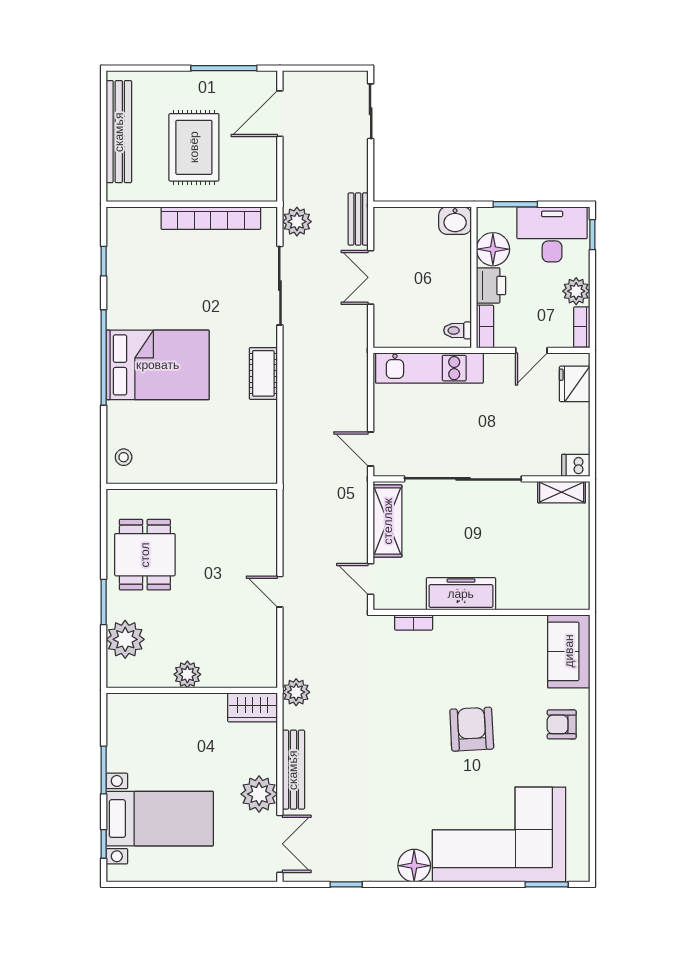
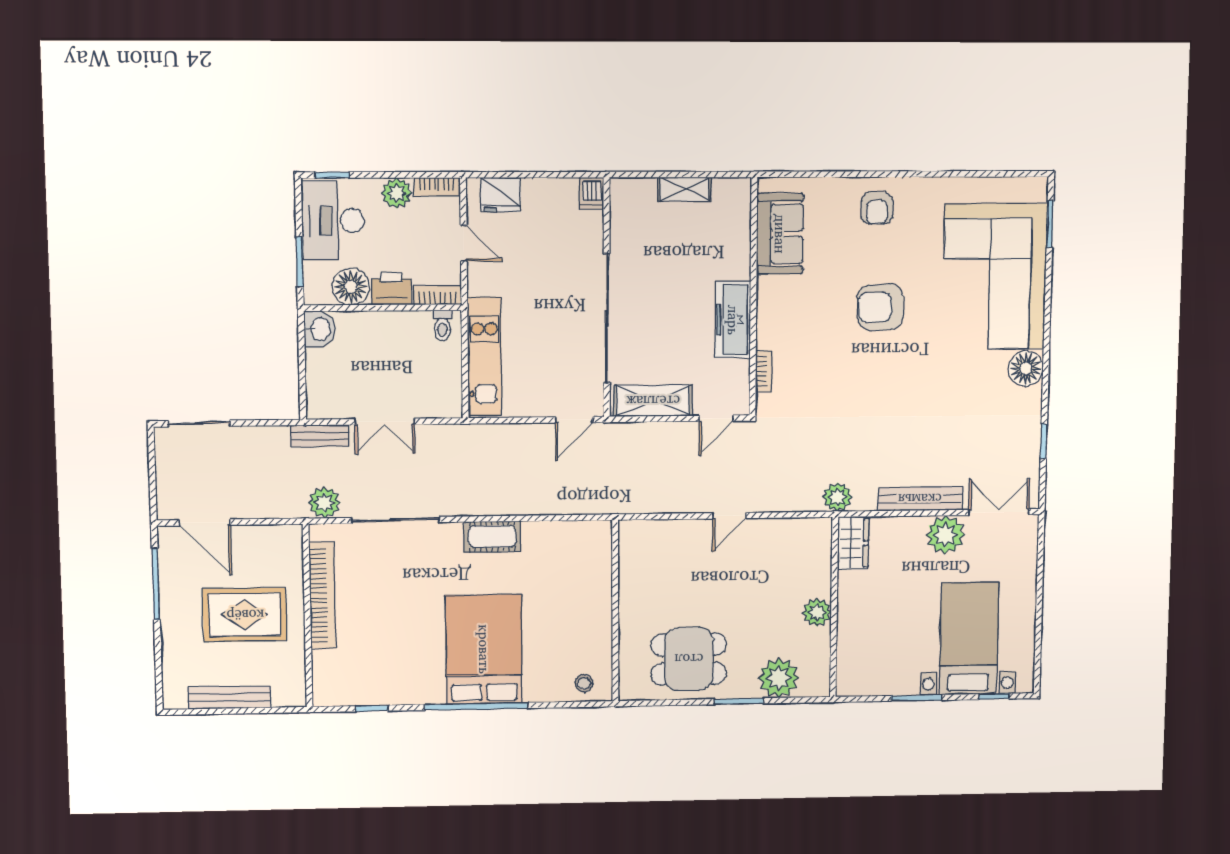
bench: (119, 132) -> (229, 697), width x0.73, depth x0.82
shelving: (562, 492) -> (684, 189), moved, turned 90
sofa: (569, 651) -> (780, 234), moved, turned -90

